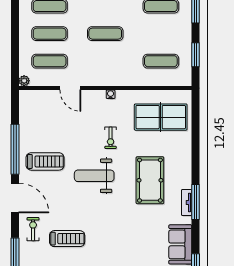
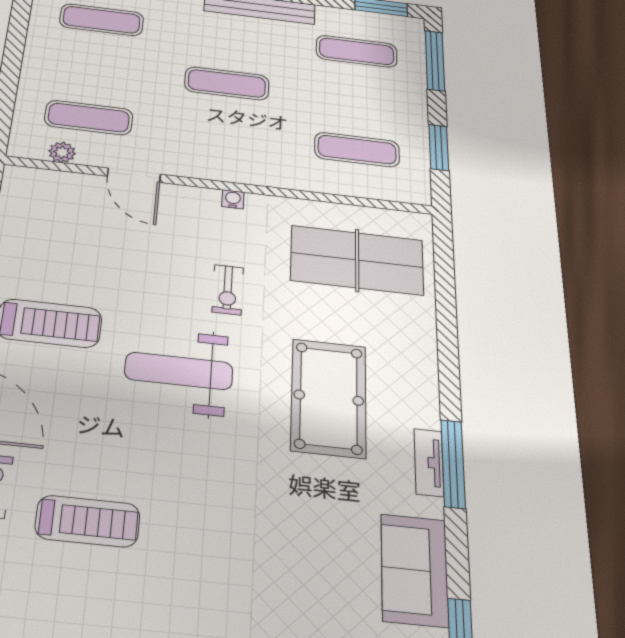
exercise mat: (50, 34) -> (95, 67), removed
plant: (24, 81) -> (62, 152), moved

